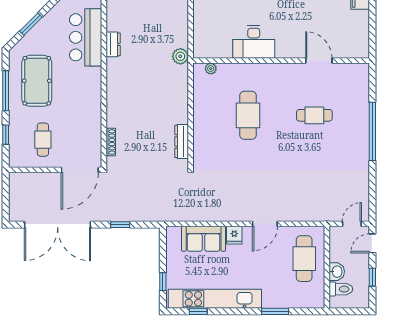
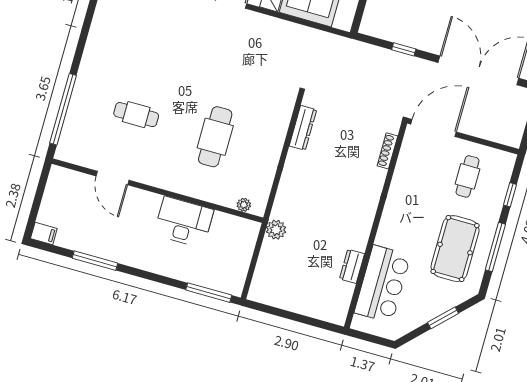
window: (372, 131) -> (63, 109), moved

